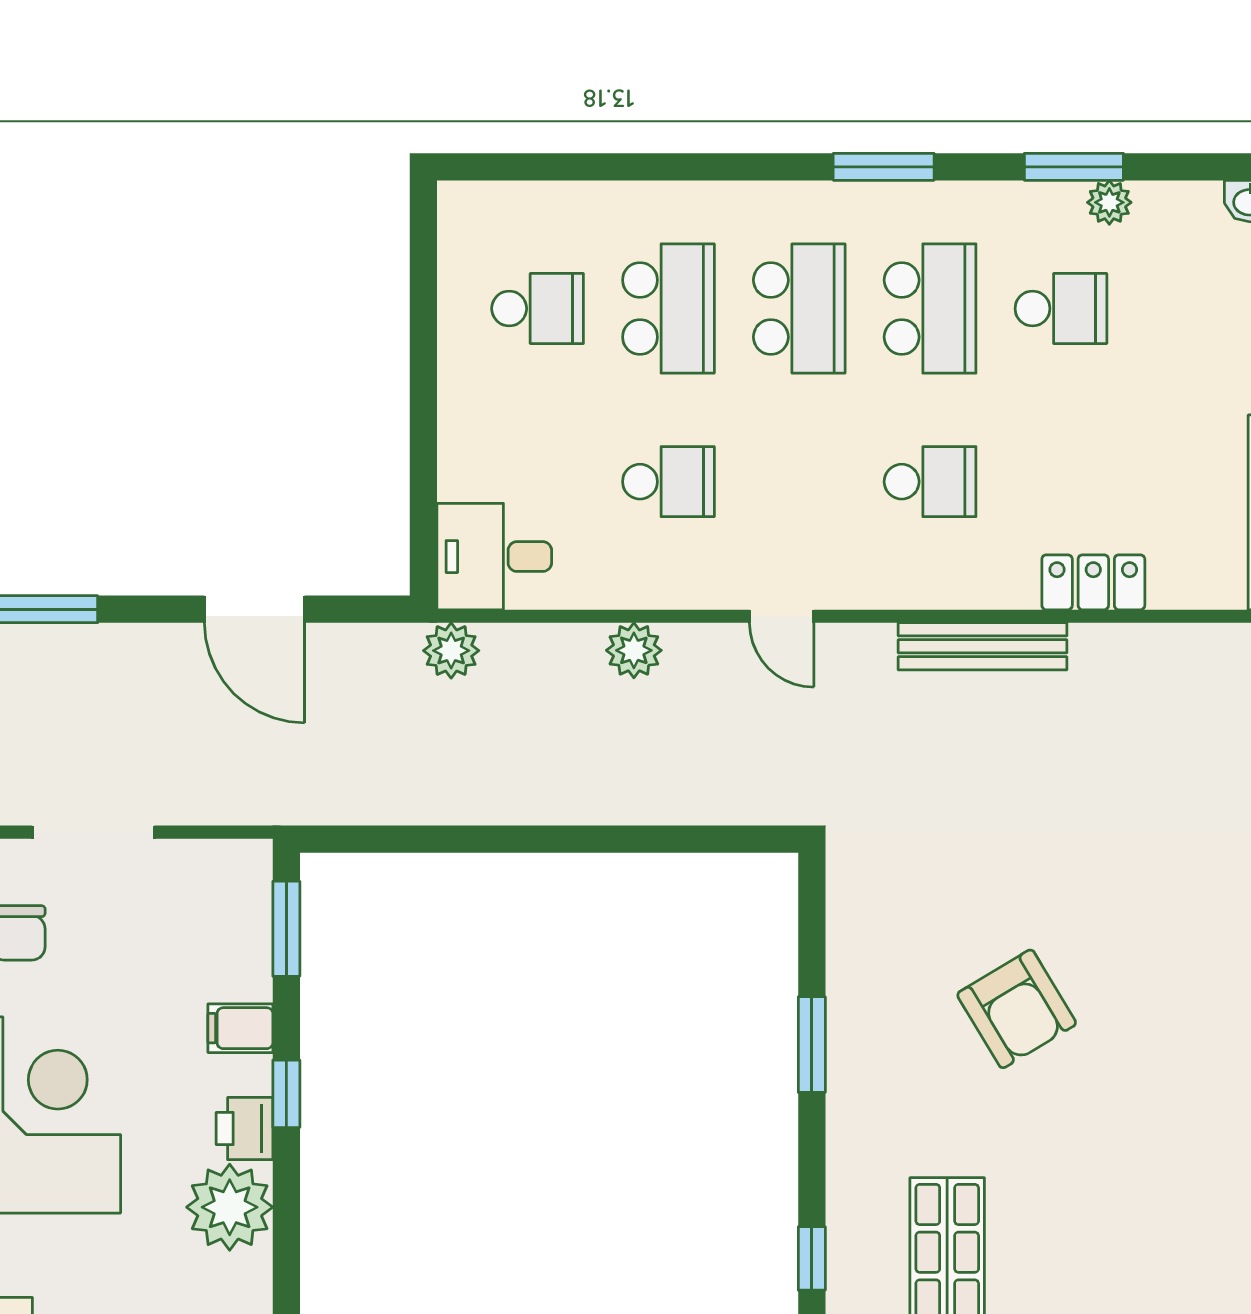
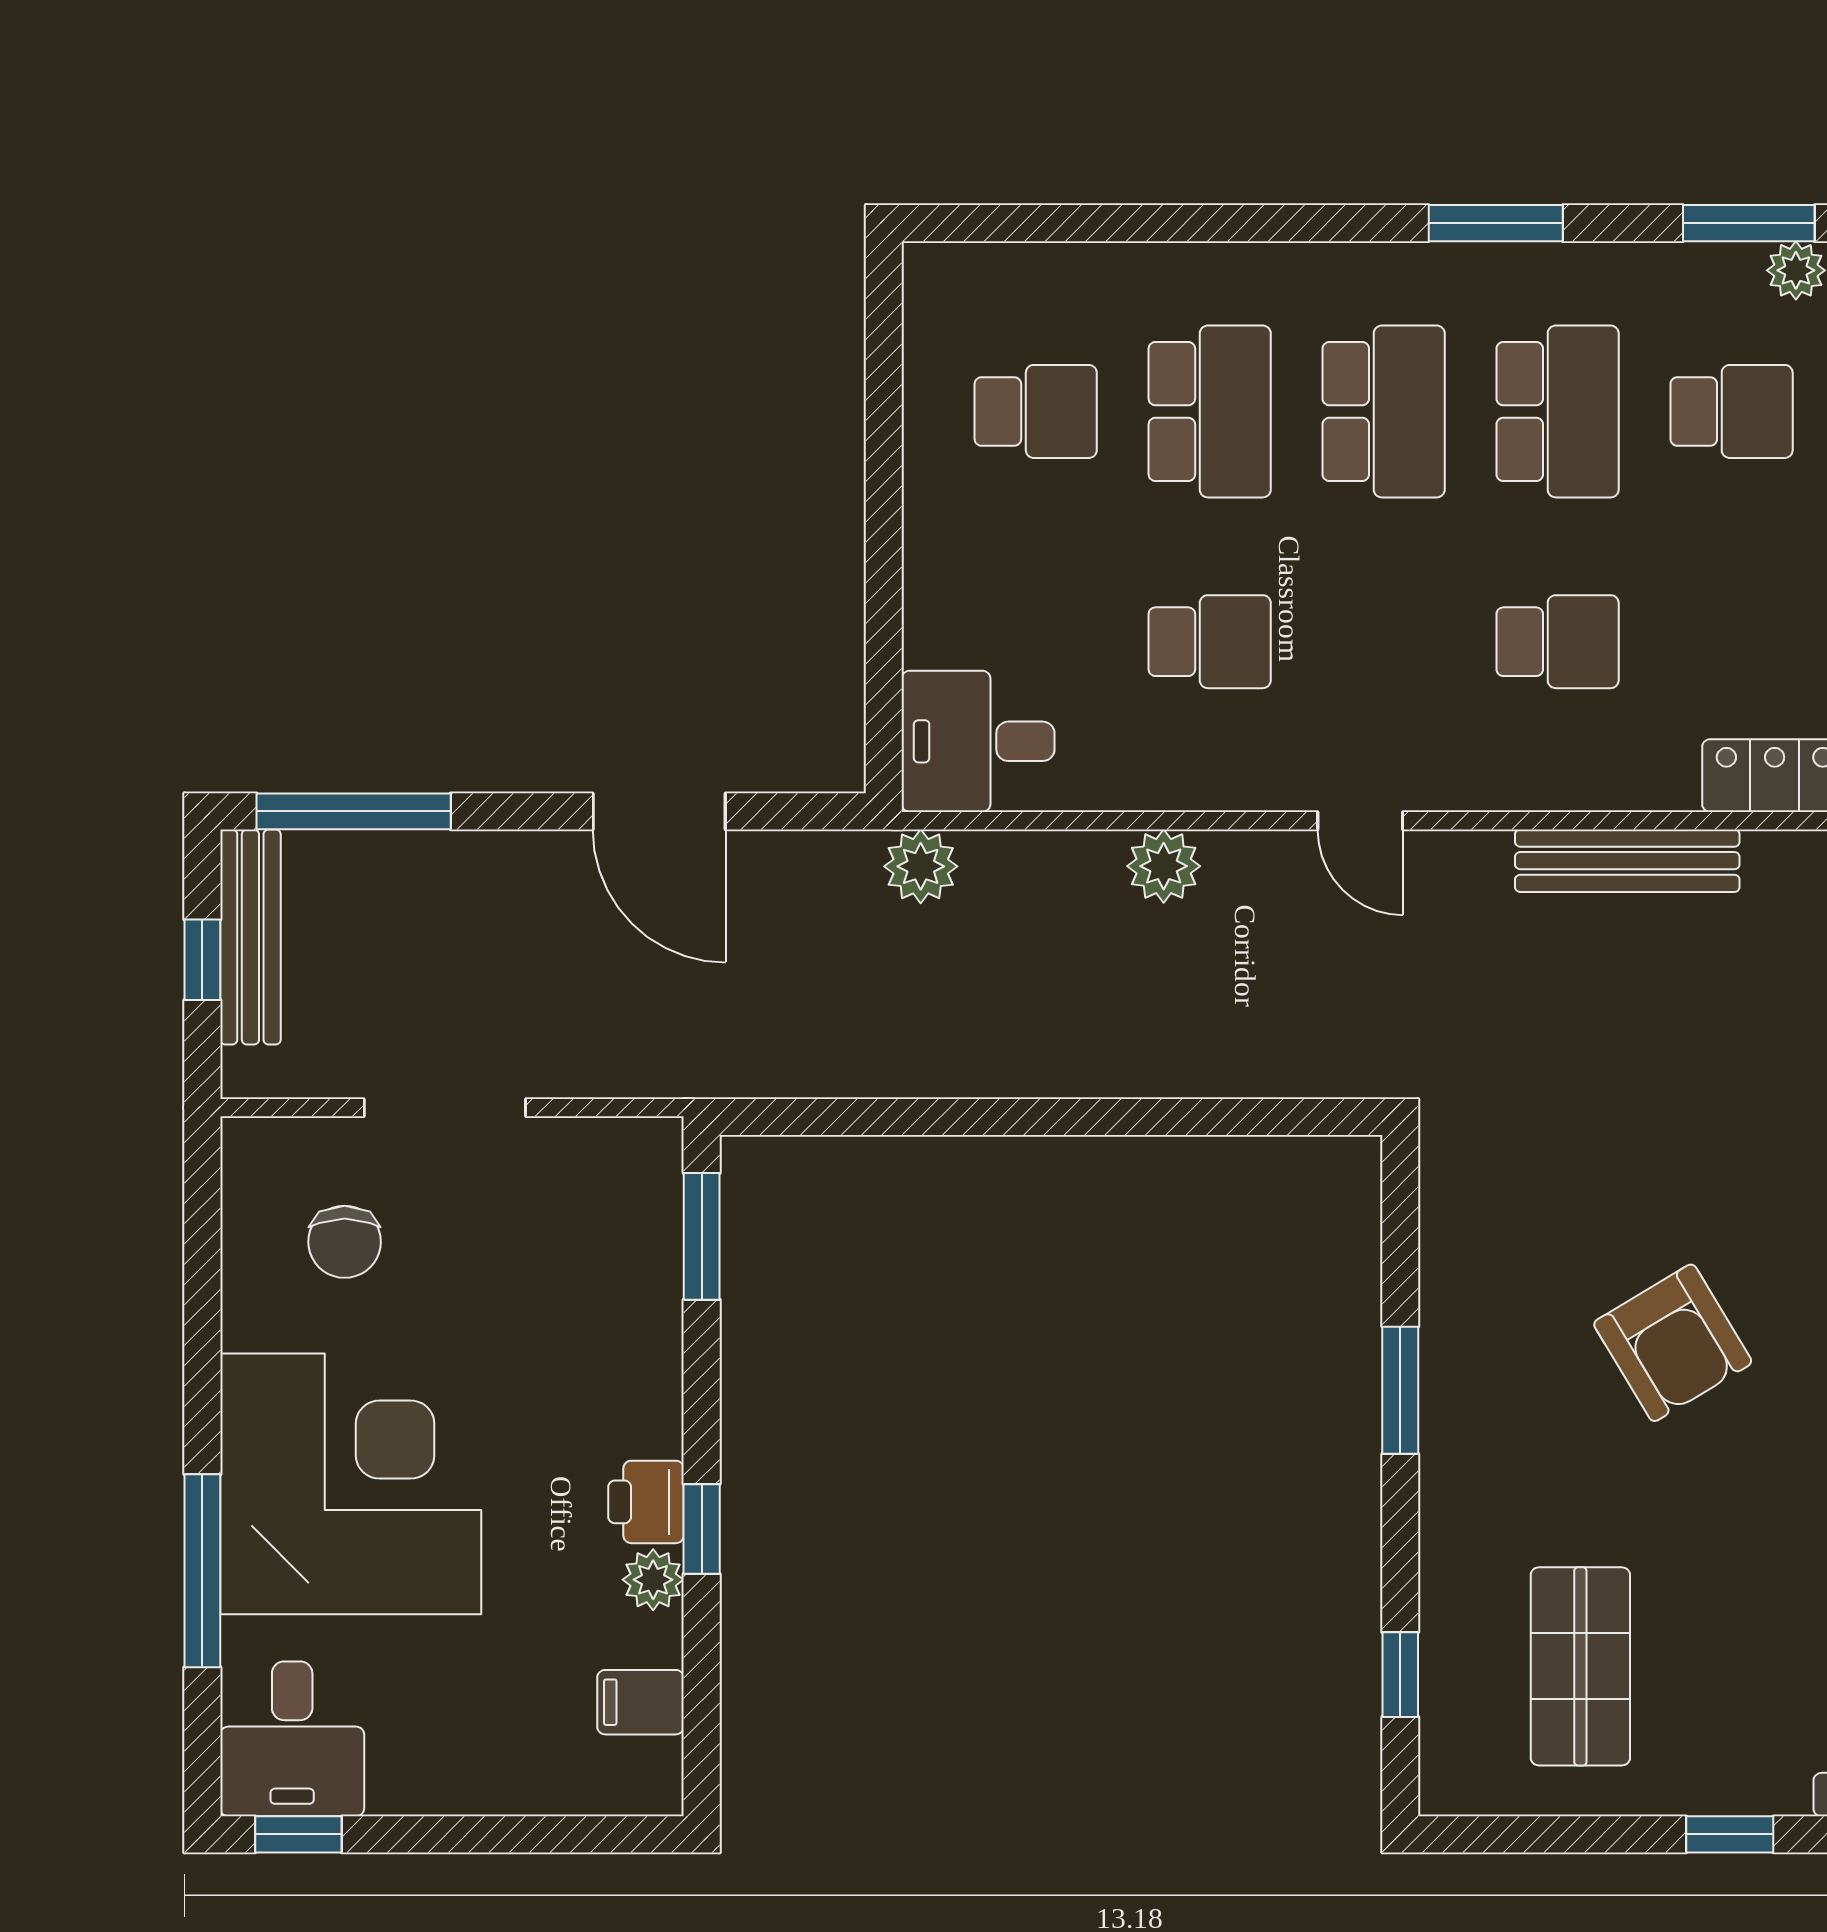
filing cabinet: (240, 1028) -> (640, 1702), moved
window: (286, 1094) -> (702, 1529), moved
plant: (230, 1207) -> (653, 1580), width x0.53, depth x0.53

